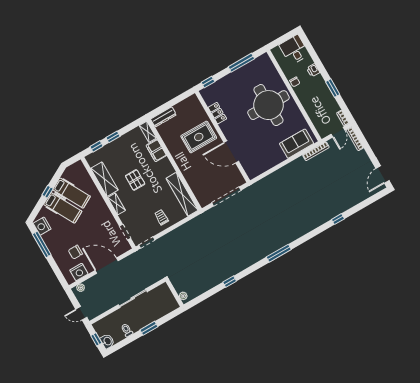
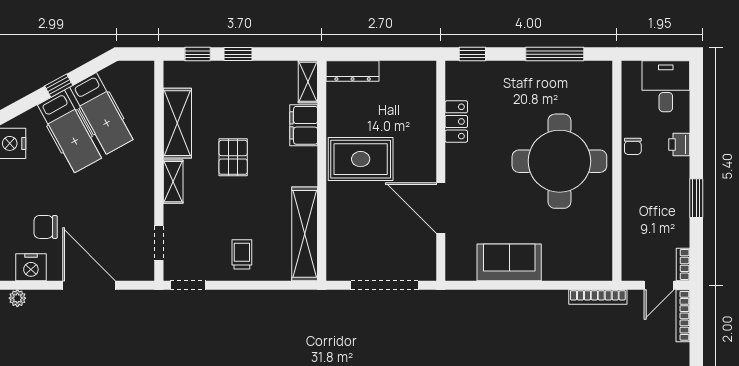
rug: (199, 137) -> (361, 159), moved
sofa: (297, 144) -> (509, 262), moved

